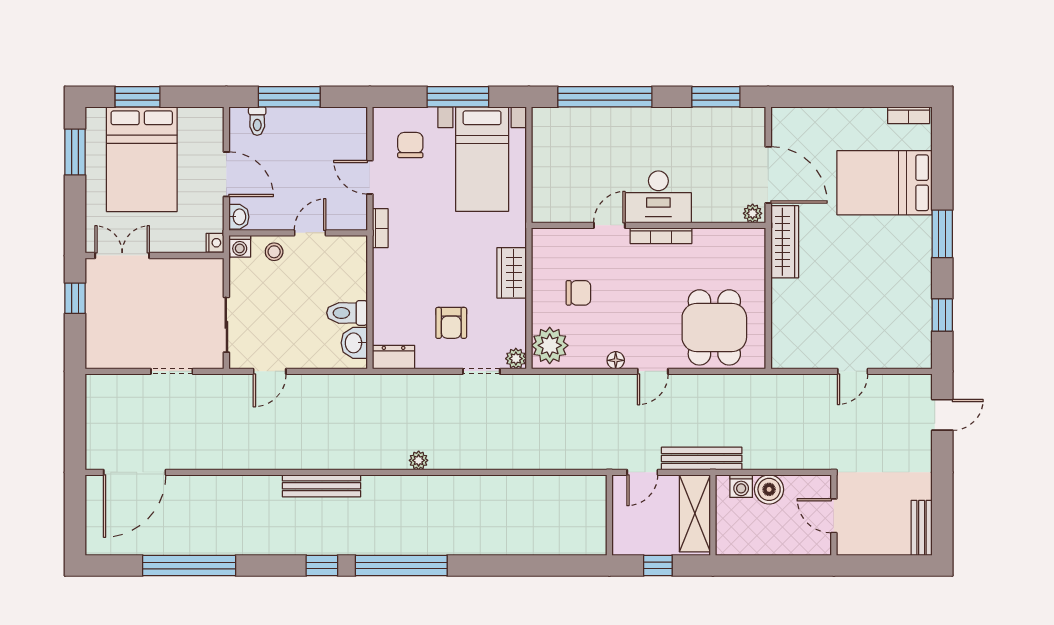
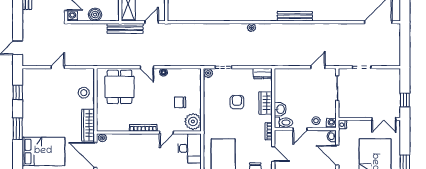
desk: (658, 197) -> (190, 148), moved, turned 90
wardrobe: (512, 273) -> (266, 103), moved, turned 180
toilet: (347, 313) -> (283, 122), moved
stool: (794, 314) -> (84, 93), added
armchair: (451, 323) -> (237, 102), moved
washbasin: (354, 343) -> (280, 109), moved
plant: (550, 345) -> (193, 121), moved
door: (653, 371) -> (147, 67), swing flipped
washing machine: (741, 486) -> (72, 16), moved

